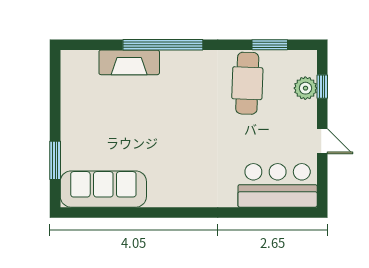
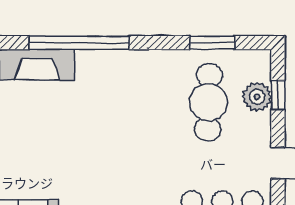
cafe table: (247, 83) -> (208, 102), moved

